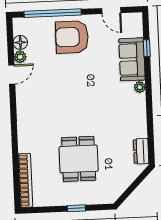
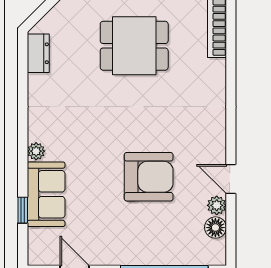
armchair: (72, 37) -> (149, 177), moved
door: (12, 75) -> (231, 179), hinge flipped
dining table: (79, 159) -> (134, 46), turned 90

